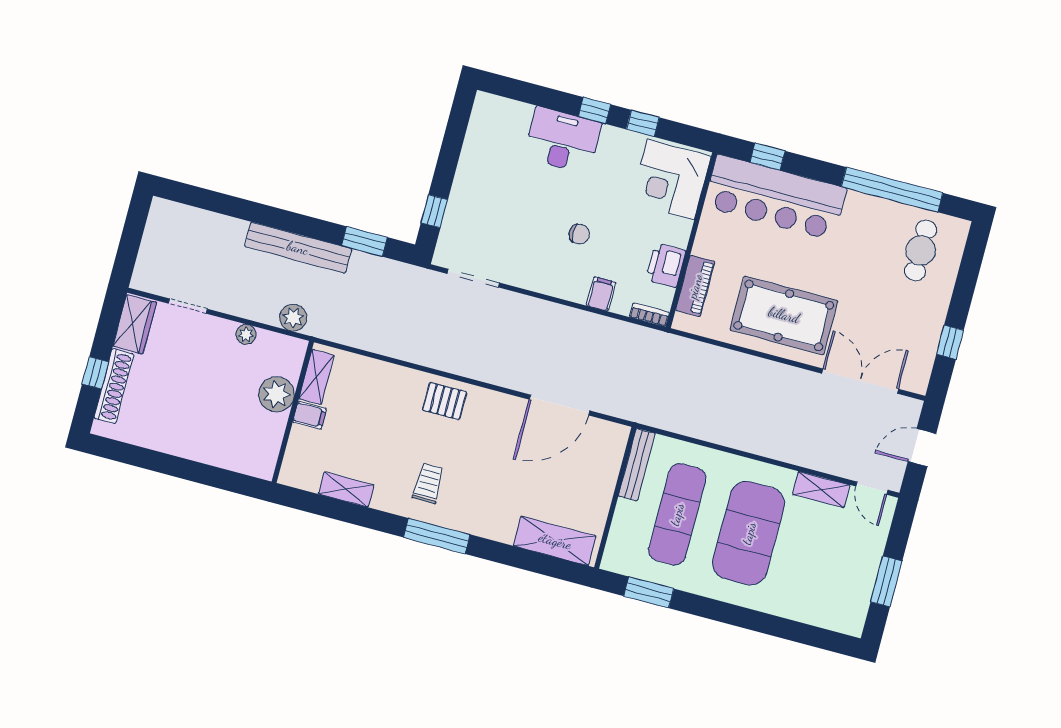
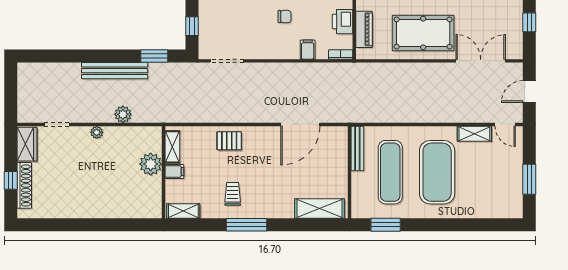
shelving: (317, 377) -> (172, 147), moved
plant: (276, 394) -> (151, 164), moved
wall: (293, 412) -> (163, 172), moved
filing cabinet: (310, 415) -> (174, 172), moved

